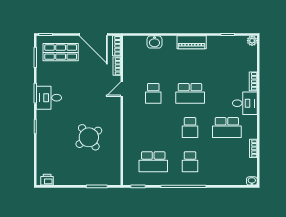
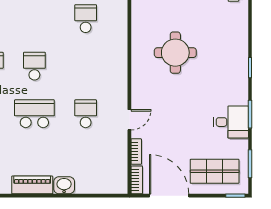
washbasin: (154, 42) -> (64, 185), moved
desk: (49, 98) -> (231, 122), moved
round table: (89, 137) -> (175, 53), turned 36
school desk: (153, 162) -> (86, 19), width x0.54
school desk: (190, 162) -> (34, 19), removed

